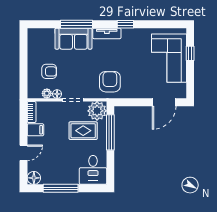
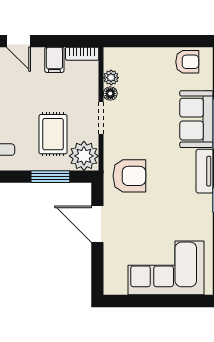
window: (190, 53) -> (173, 301), removed
armchair: (49, 71) -> (187, 62), moved, turned -90
door: (164, 102) -> (97, 224), moved
window: (110, 132) -> (50, 177), width x0.69

